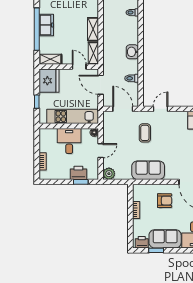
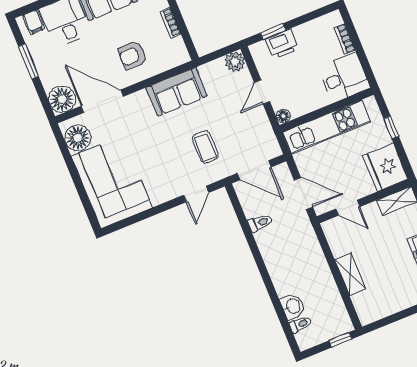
washbasin: (132, 52) -> (293, 306), moved
shelving: (93, 53) -> (335, 237), removed
desk: (69, 141) -> (344, 78), moved, turned -90

